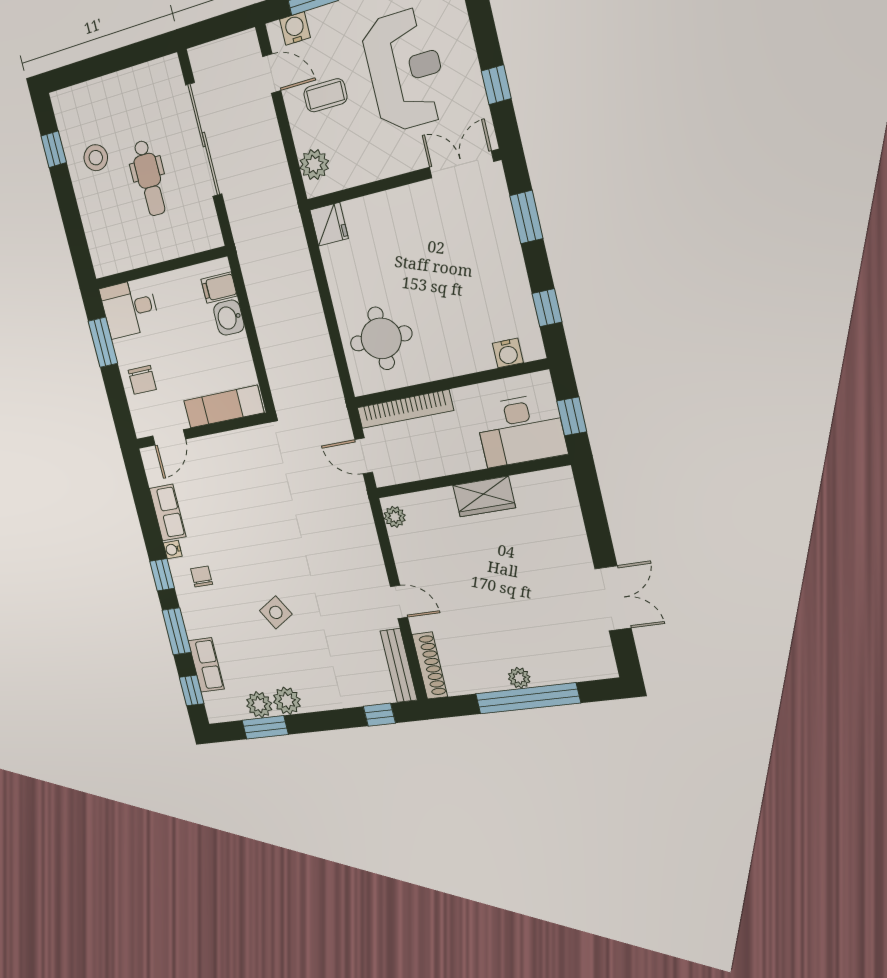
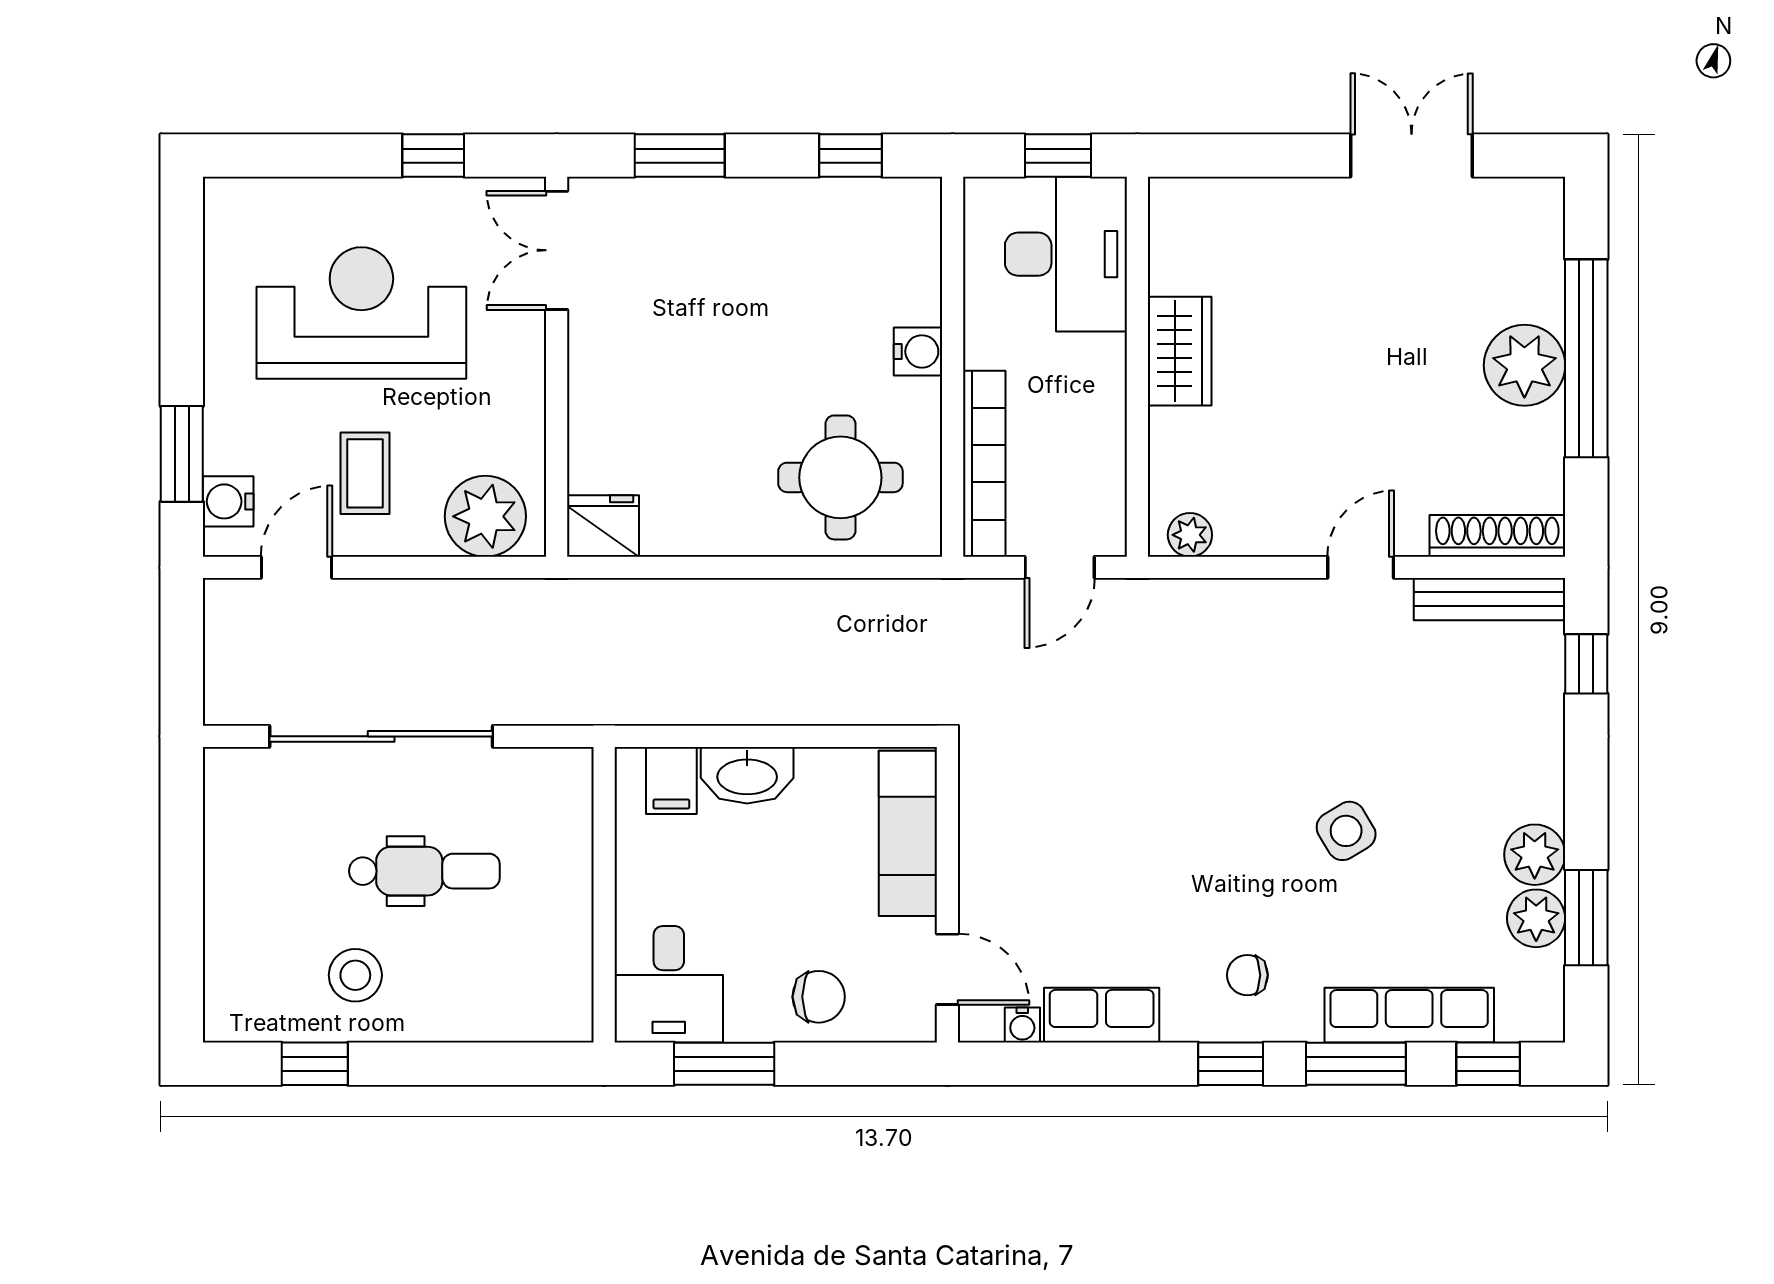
plant: (314, 165) -> (485, 516), width x1.36, depth x1.36
washbasin: (229, 318) -> (747, 775), width x1.38
water cooler: (508, 353) -> (918, 351), moved
water cooler: (173, 550) -> (1022, 1025), moved
row of seats: (206, 665) -> (1409, 1015), width x1.48
plant: (519, 678) -> (1524, 365), width x1.88, depth x1.88

